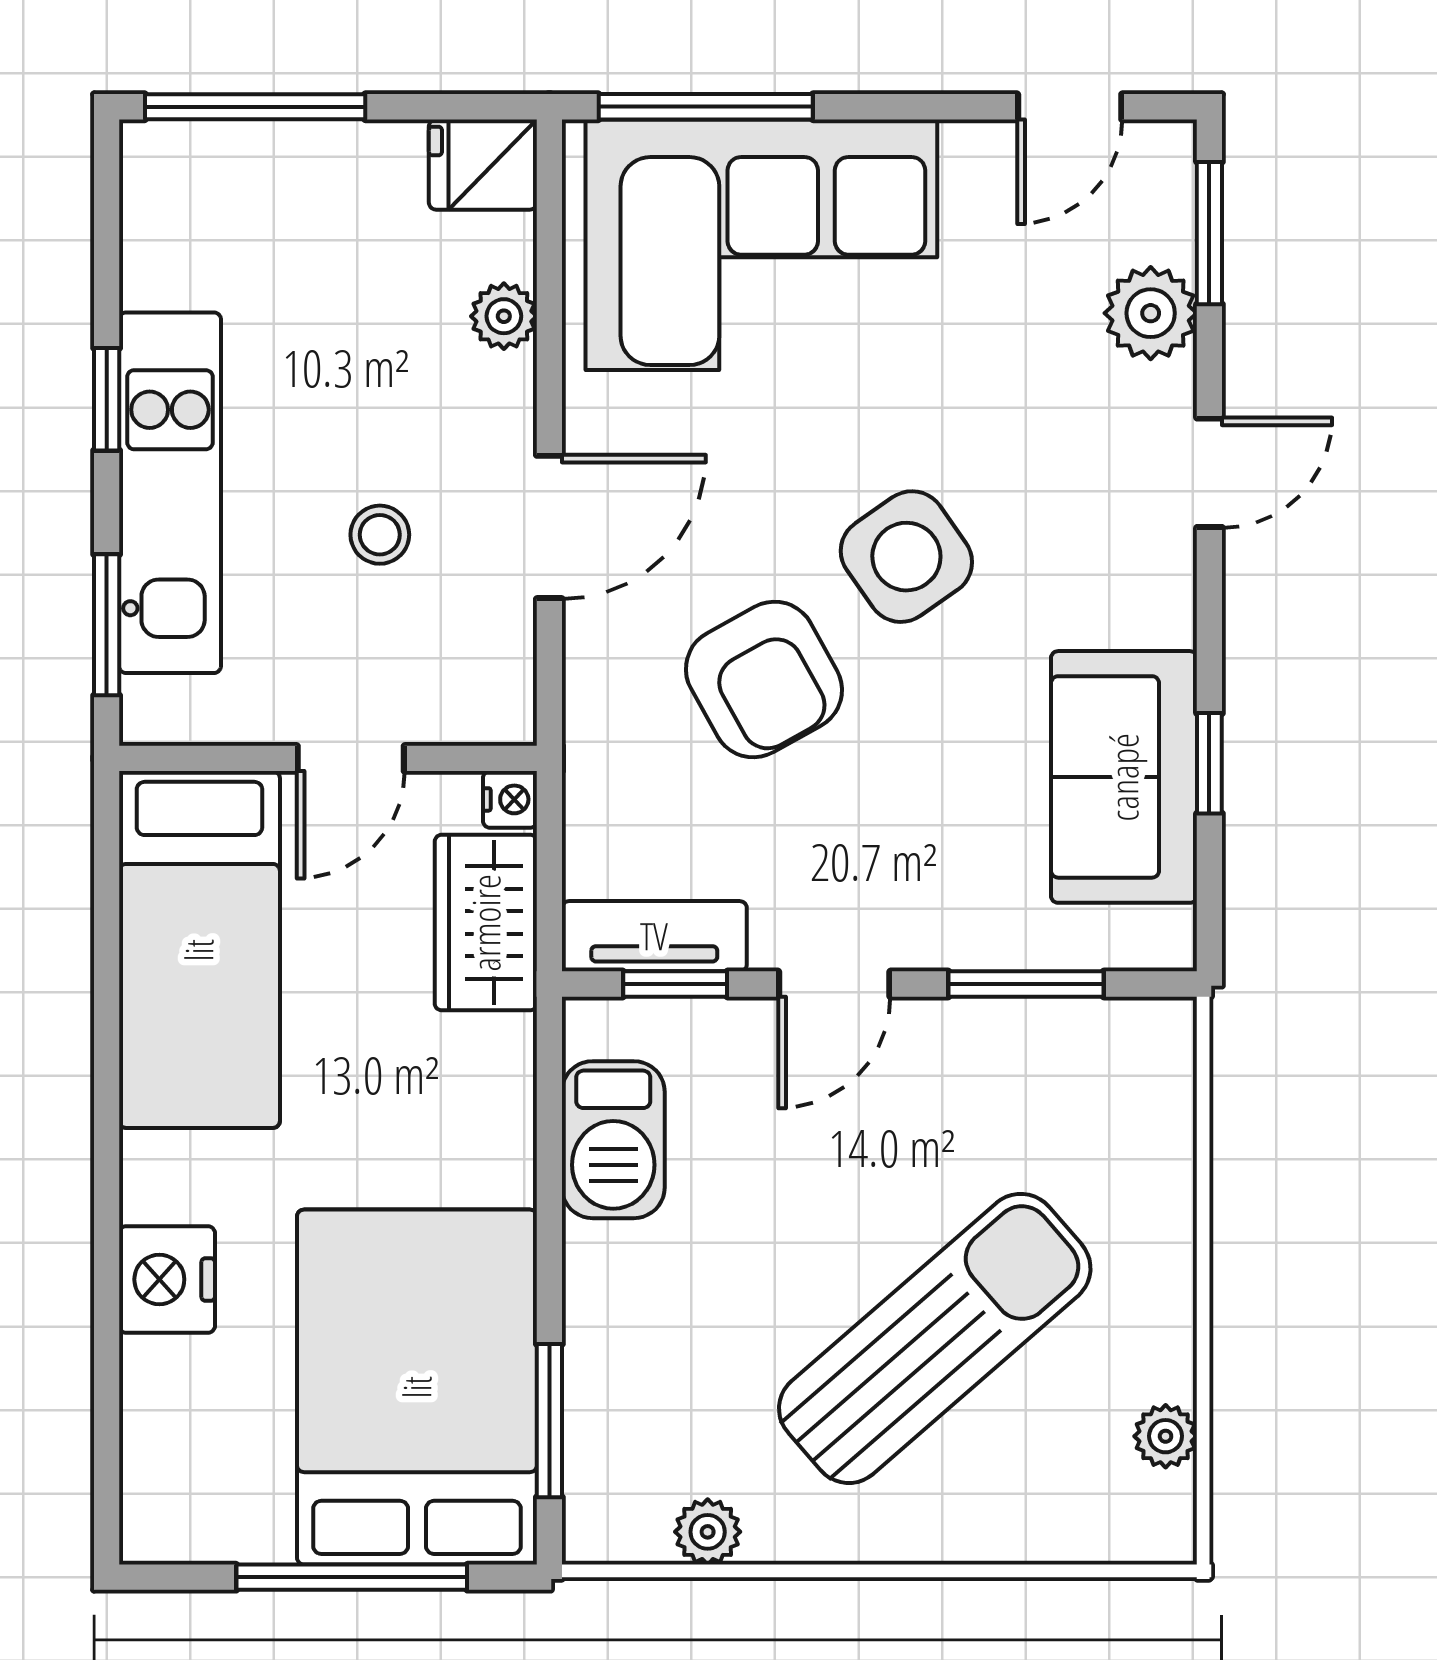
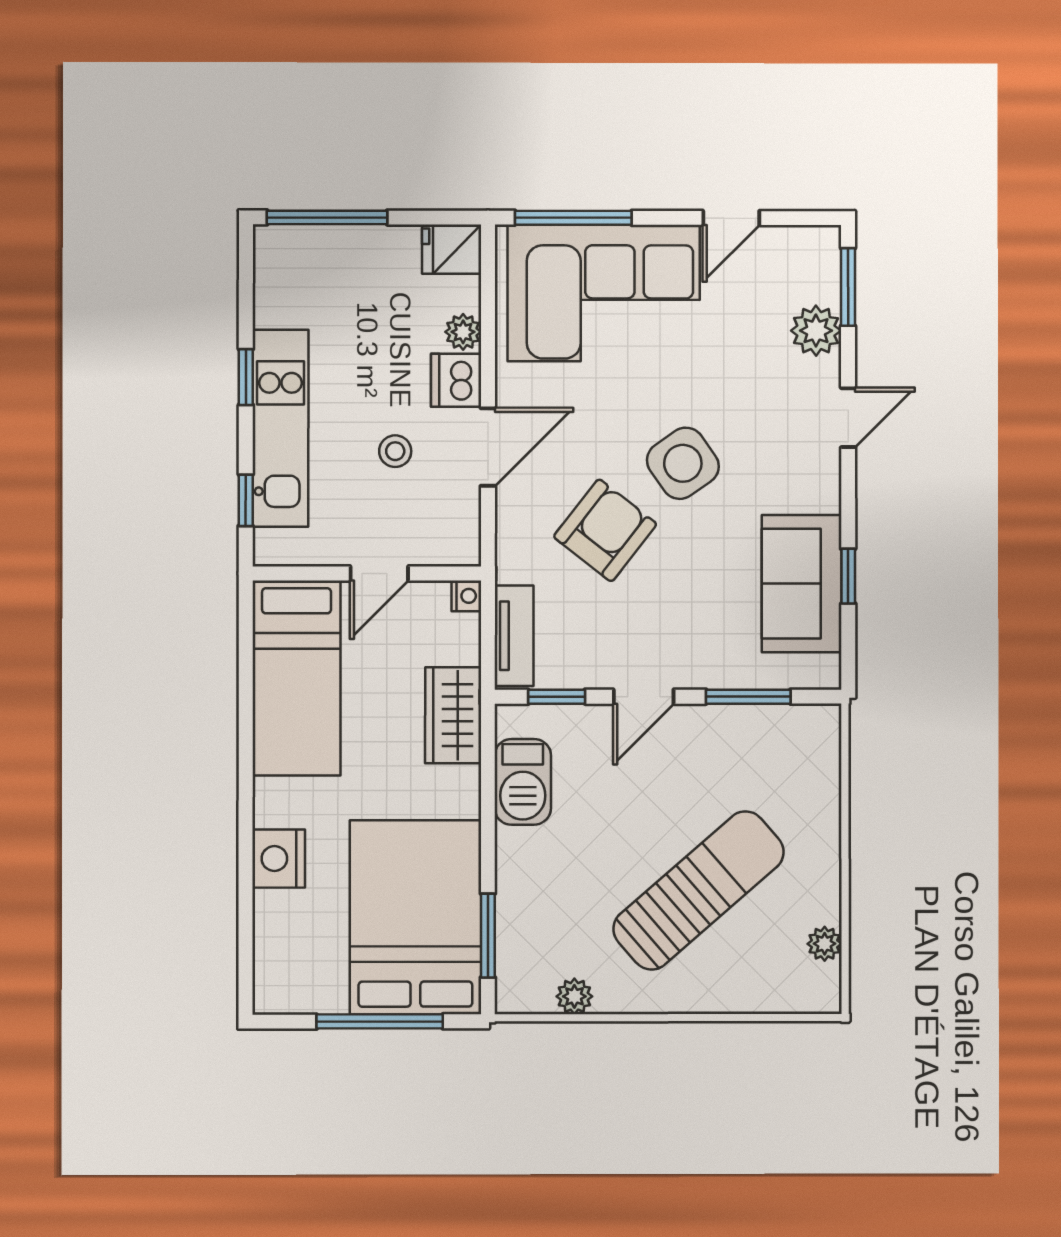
door: (1070, 107) -> (731, 218), moved
dishwasher: (491, 405) -> (456, 380), added
window: (107, 625) -> (246, 500), width x0.67
armchair: (764, 679) -> (605, 530), turned -113
wardrobe: (486, 923) -> (453, 715), moved
tv unit: (654, 936) -> (514, 636), moved, turned 90

